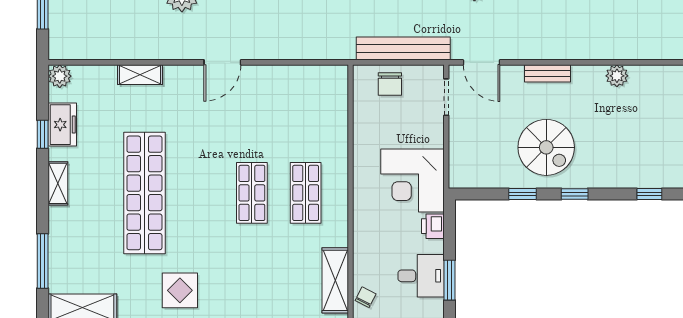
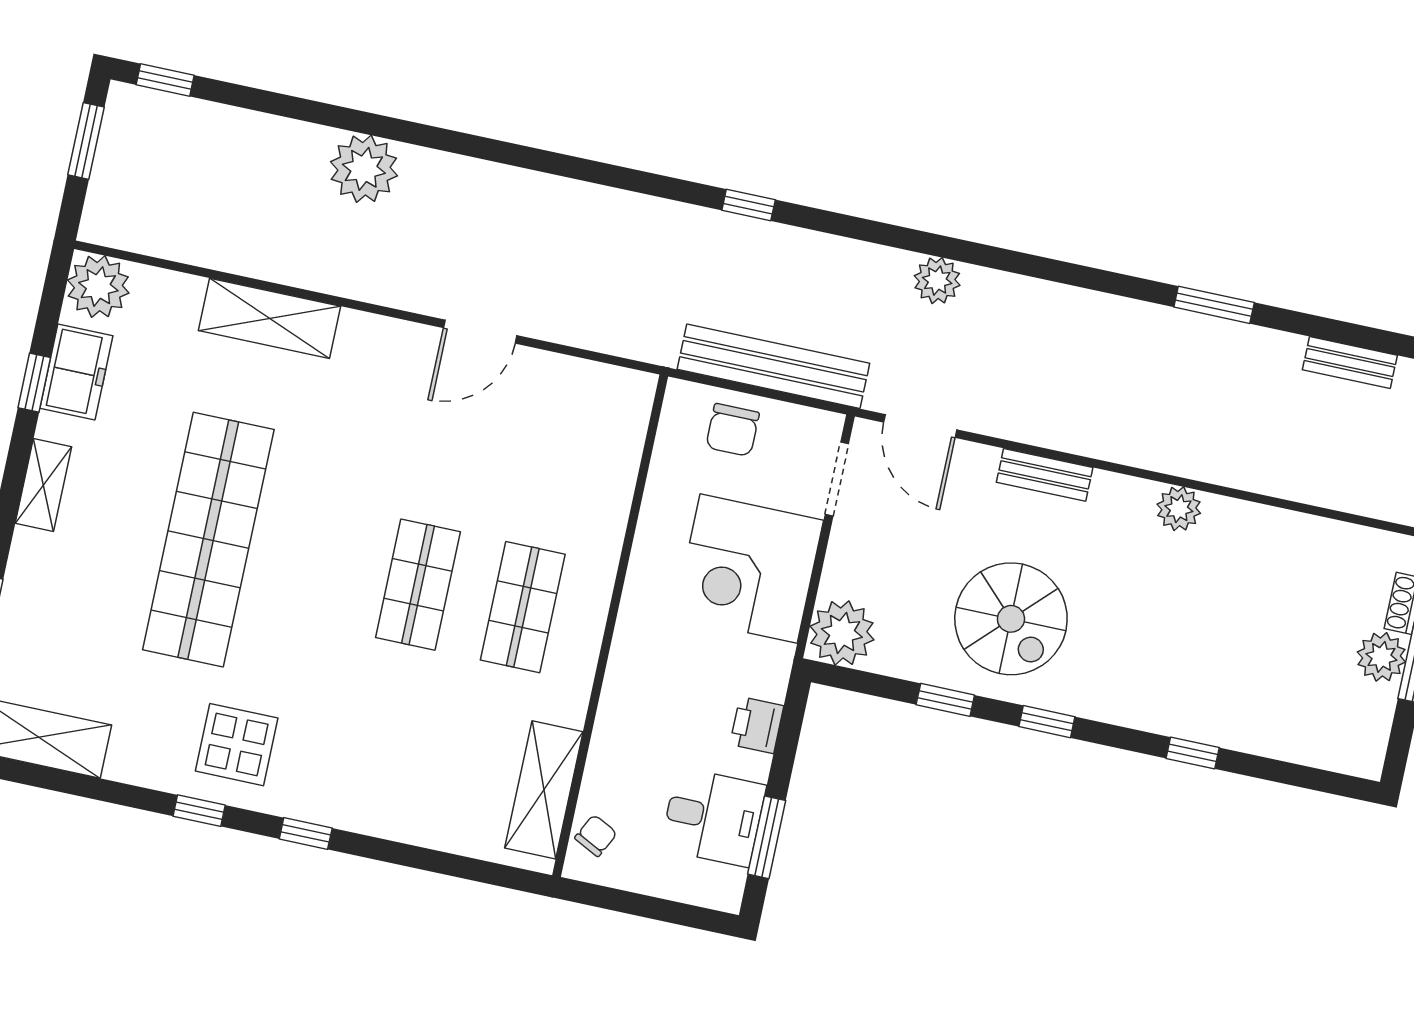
door: (222, 62) -> (480, 332), moved
shelving: (140, 75) -> (270, 318), width x1.50, depth x1.33
plant: (60, 76) -> (98, 287), width x1.36, depth x1.36
plant: (465, 172) -> (842, 633), added
corner desk: (412, 180) -> (749, 569), moved

